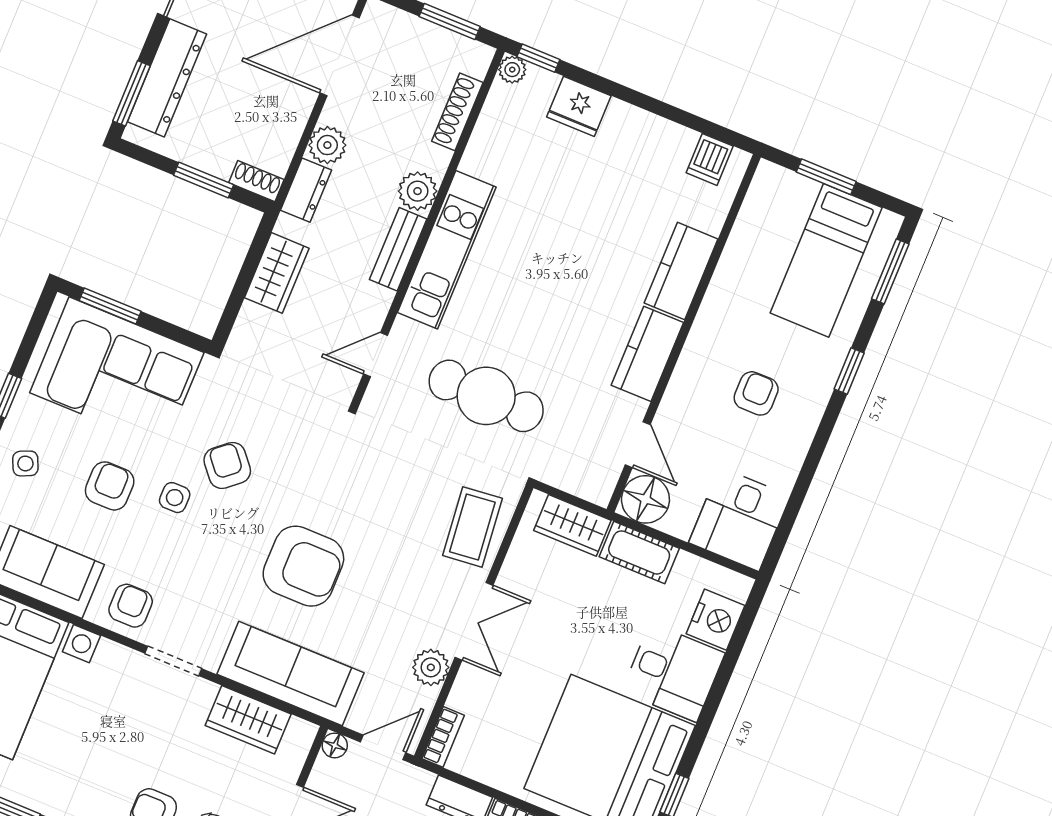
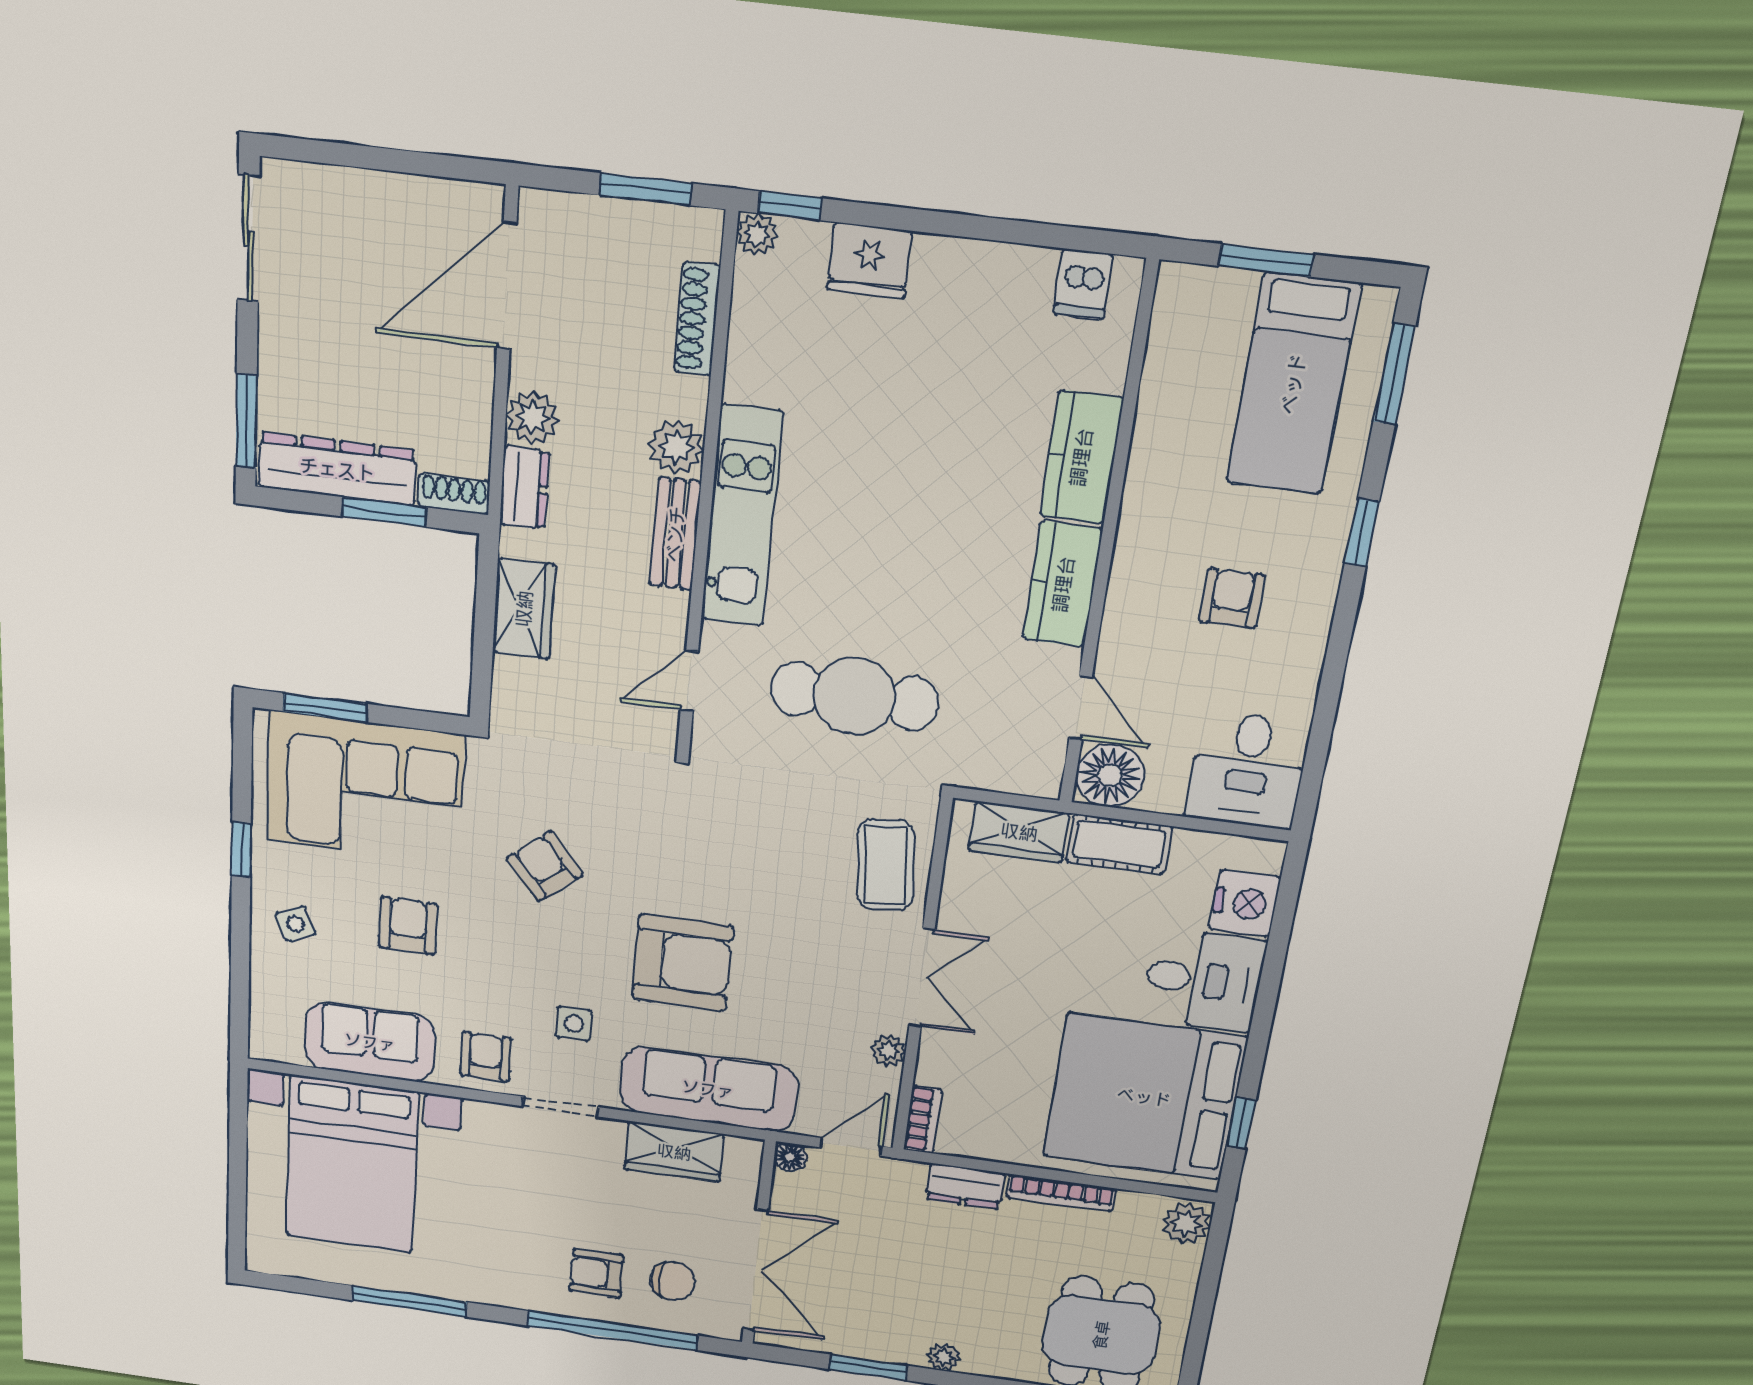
dresser: (167, 78) -> (337, 469), moved, turned -90
side table: (175, 498) -> (574, 1024), moved
plant: (431, 667) -> (888, 1050), width x0.73, depth x0.73

